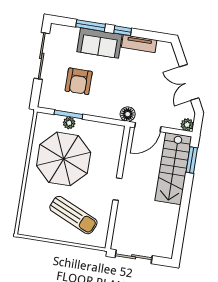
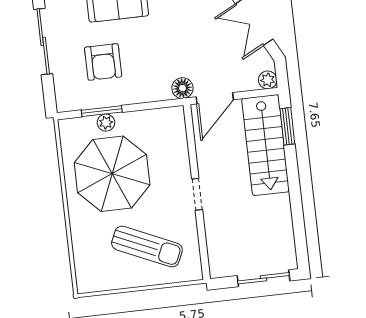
sliding door: (134, 257) -> (263, 278), moved

